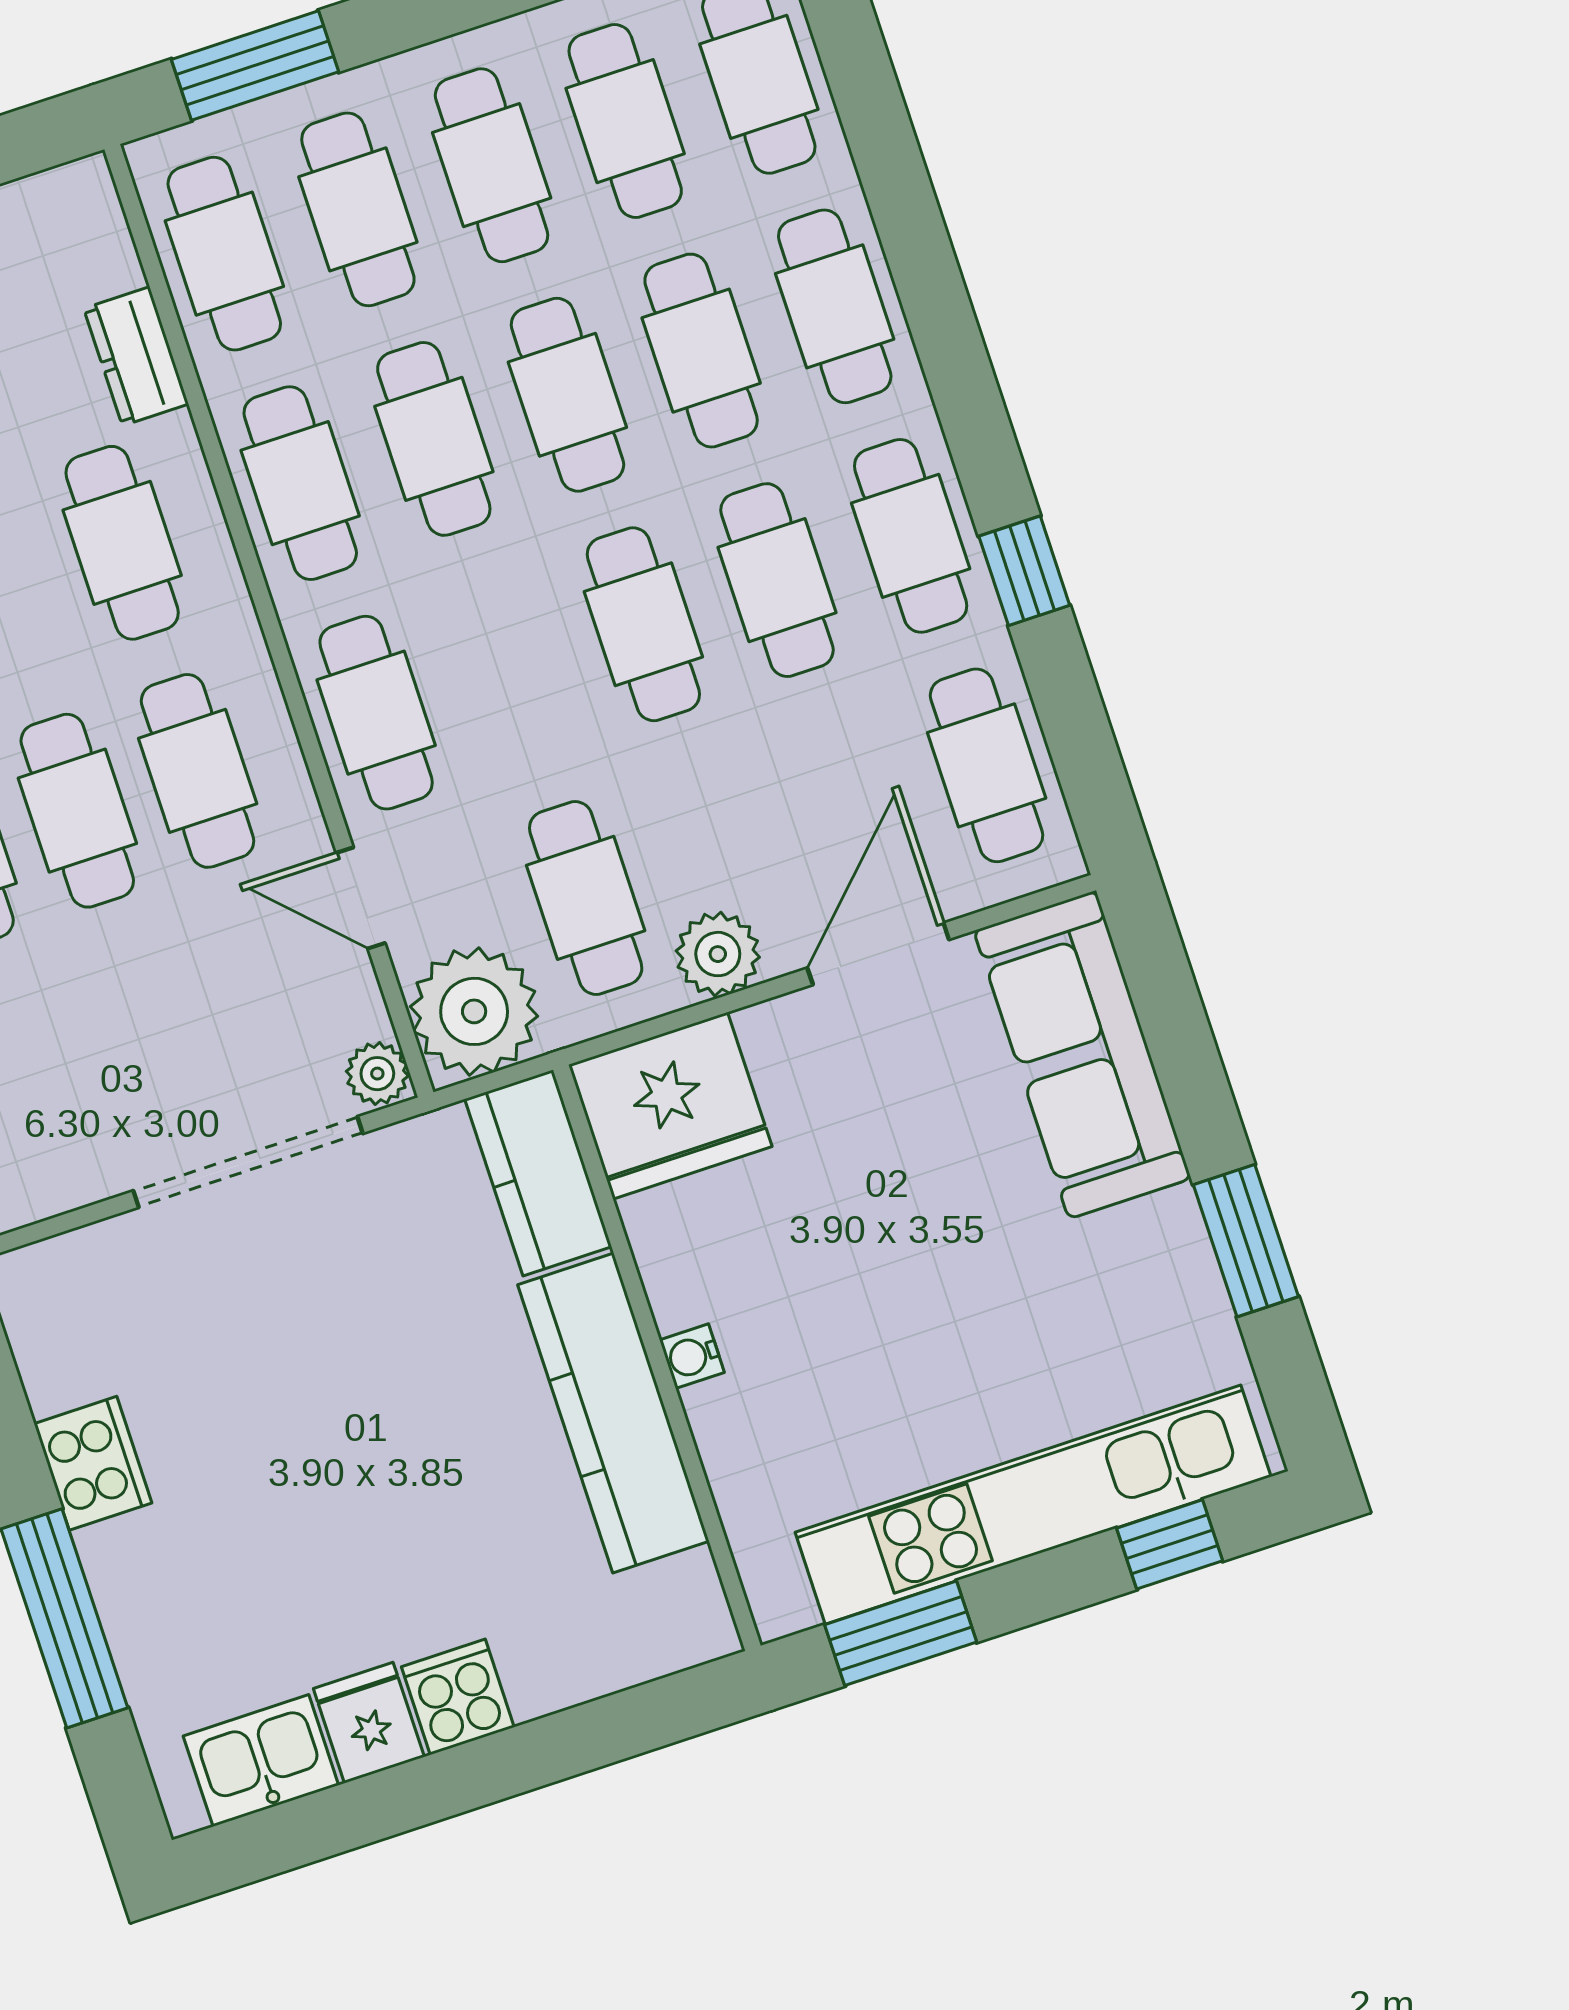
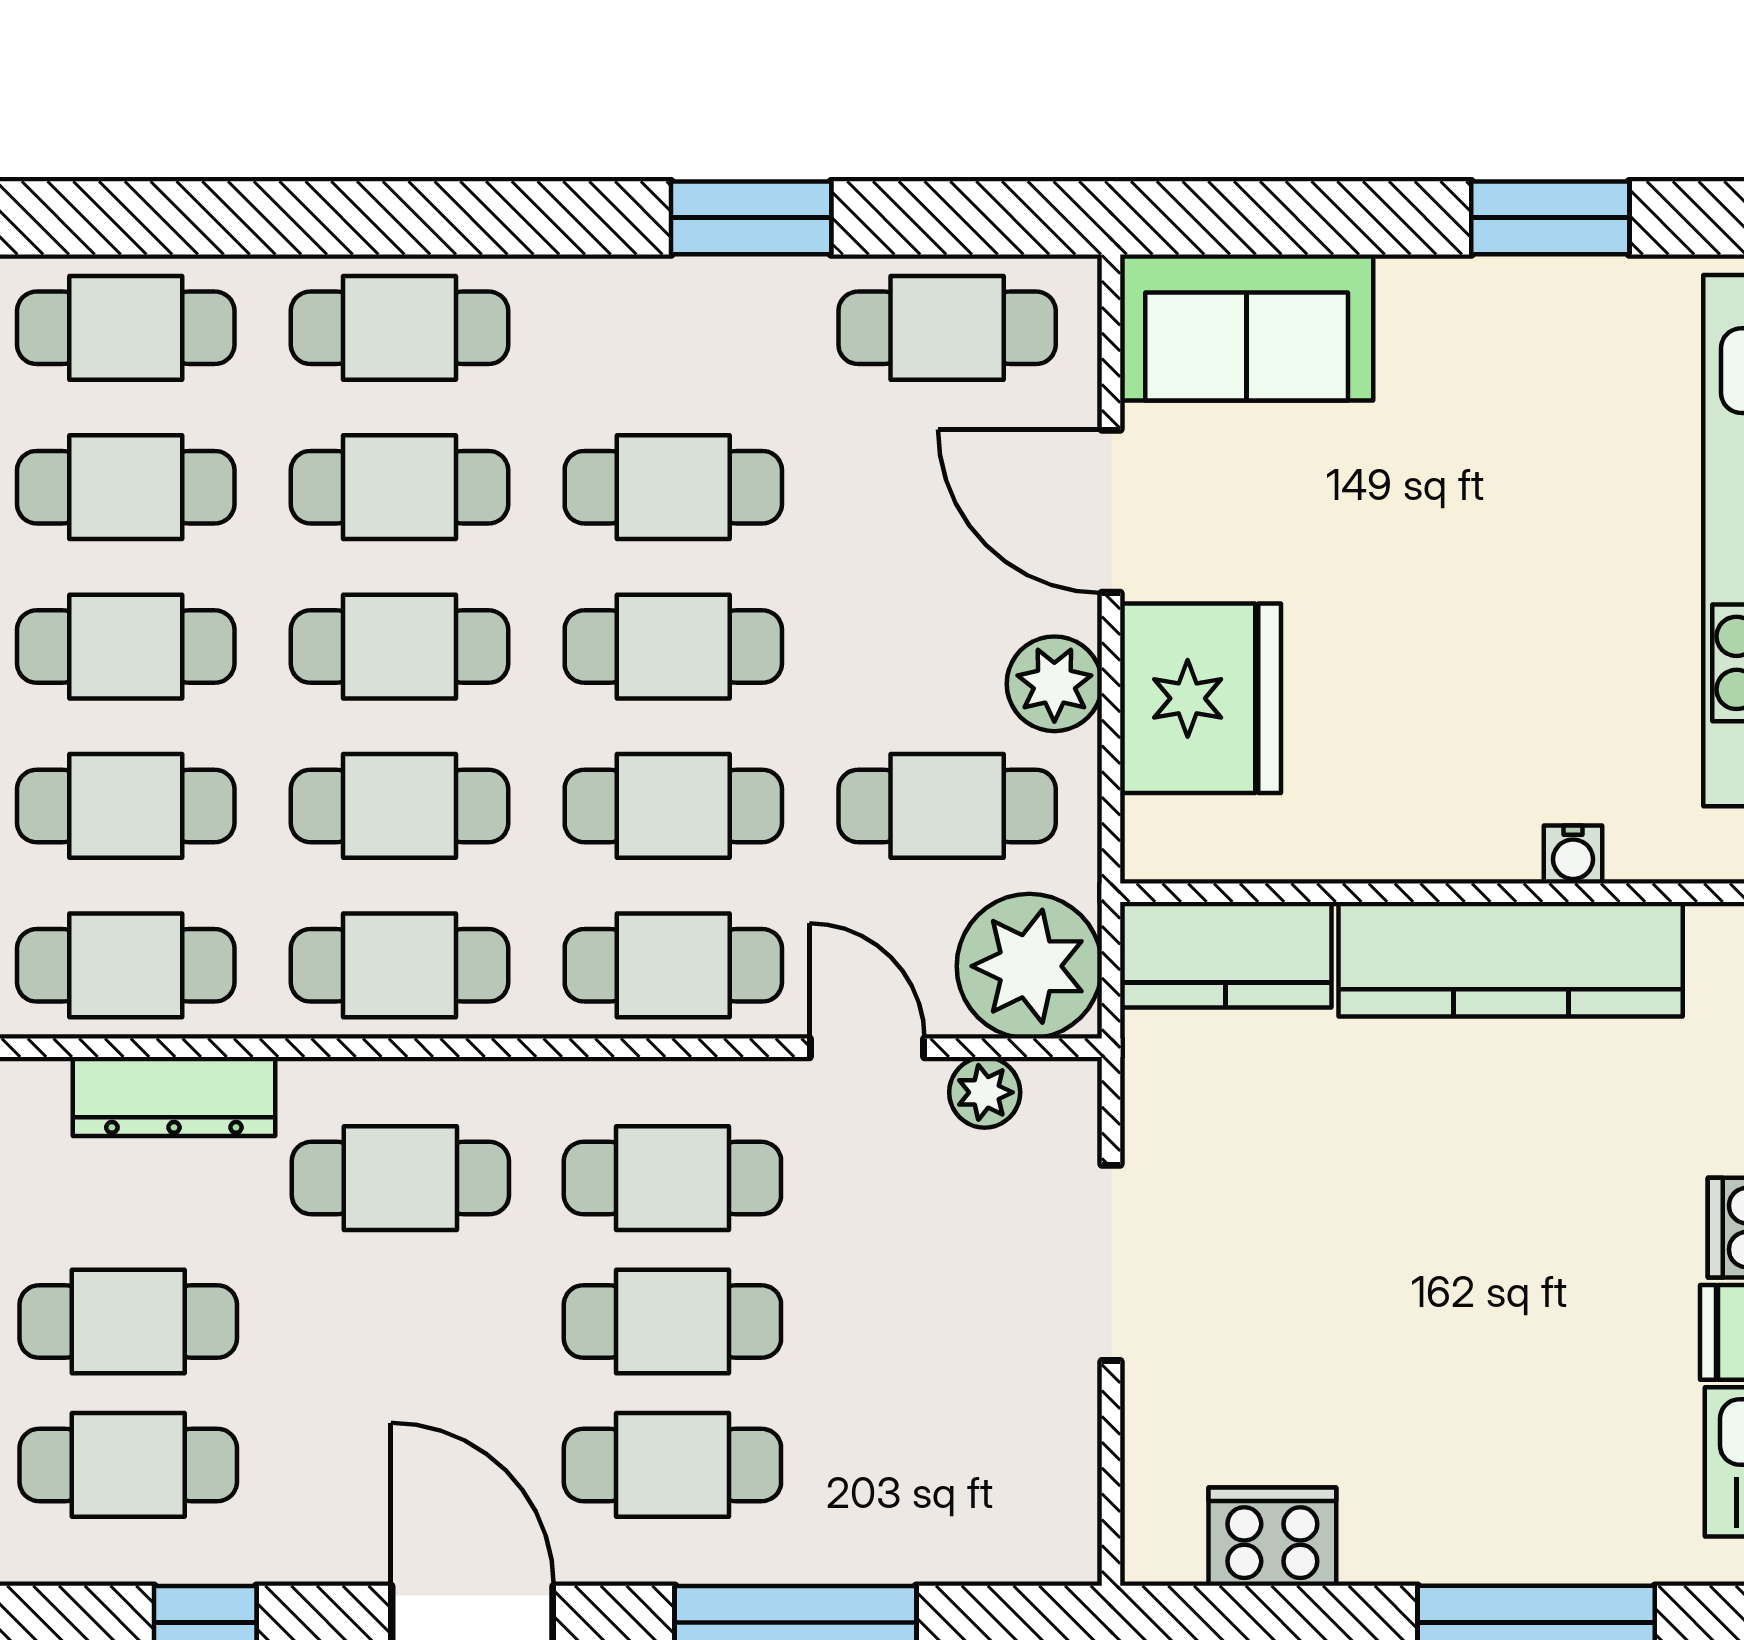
dresser: (136, 356) -> (174, 1097), width x1.44
cafe table: (911, 536) -> (673, 806), moved
window: (1024, 571) -> (751, 218), width x1.50
door: (361, 898) -> (867, 1048), swing flipped
sofa: (1082, 1055) -> (1247, 327), width x0.73
plant: (377, 1074) -> (985, 1092), moved
fridge: (670, 1106) -> (1200, 698), moved
doorway: (248, 1162) -> (1111, 1263), width x0.73
water cooler: (692, 1356) -> (1573, 855), moved
cooker: (93, 1463) -> (1272, 1537), moved

